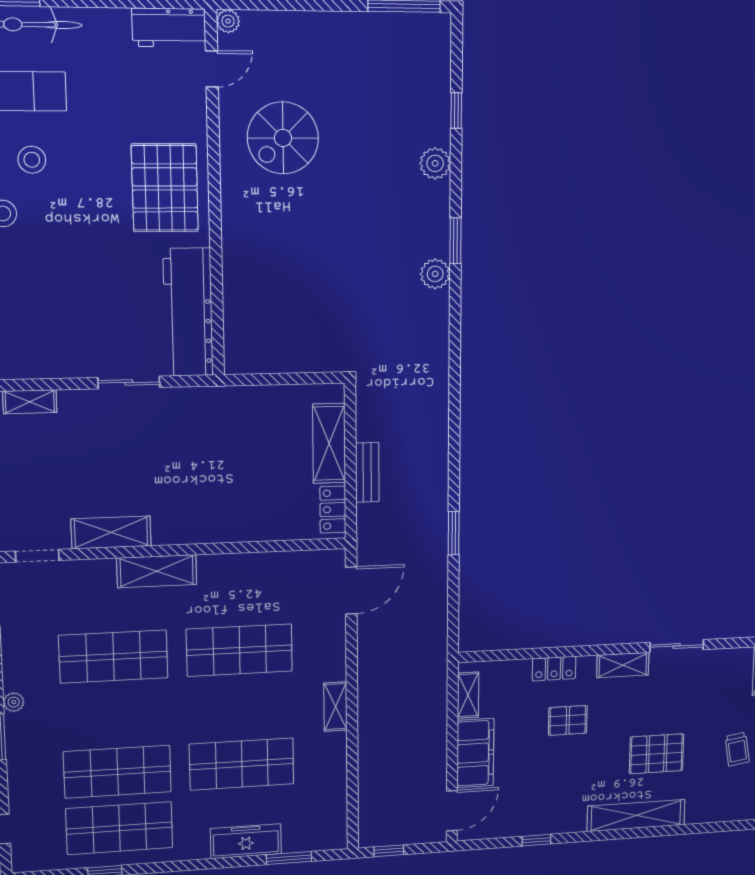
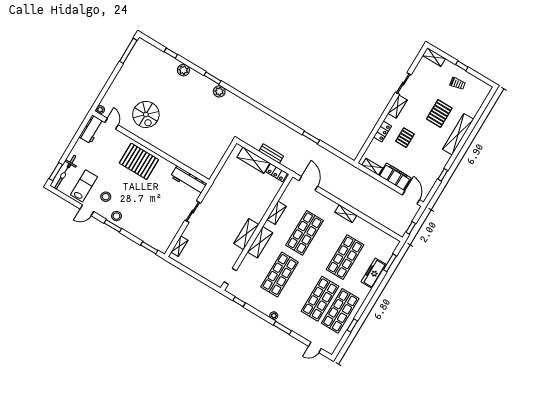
workbench: (188, 312) -> (189, 180), width x0.73, depth x0.76
shelving: (111, 532) -> (246, 234), moved
shelving: (245, 565) -> (276, 213), added

